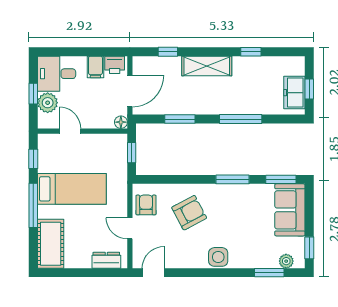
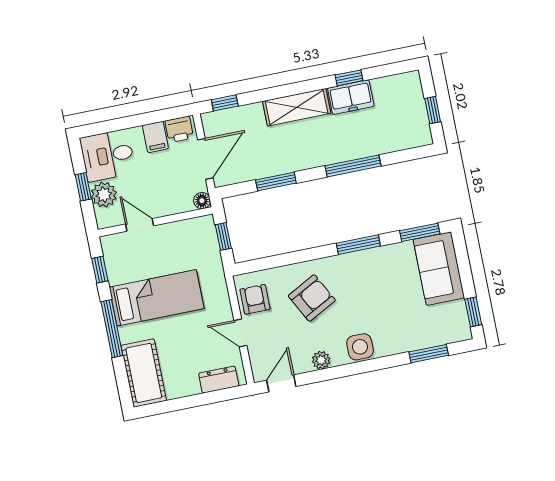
window: (168, 52) -> (225, 103), moved
freezer: (294, 93) -> (351, 97), moved, turned -90
plant: (286, 261) -> (321, 360), moved

